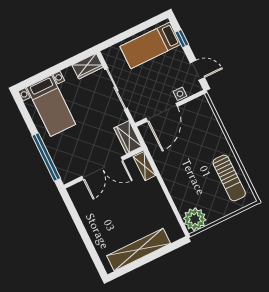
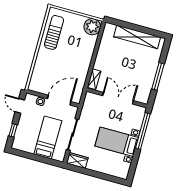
bed: (150, 45) -> (48, 137), moved, turned -90
bed with nightstands: (51, 106) -> (117, 142), moved, turned -90
wardrobe: (128, 137) -> (89, 103), removed
window: (81, 228) -> (158, 76), added

